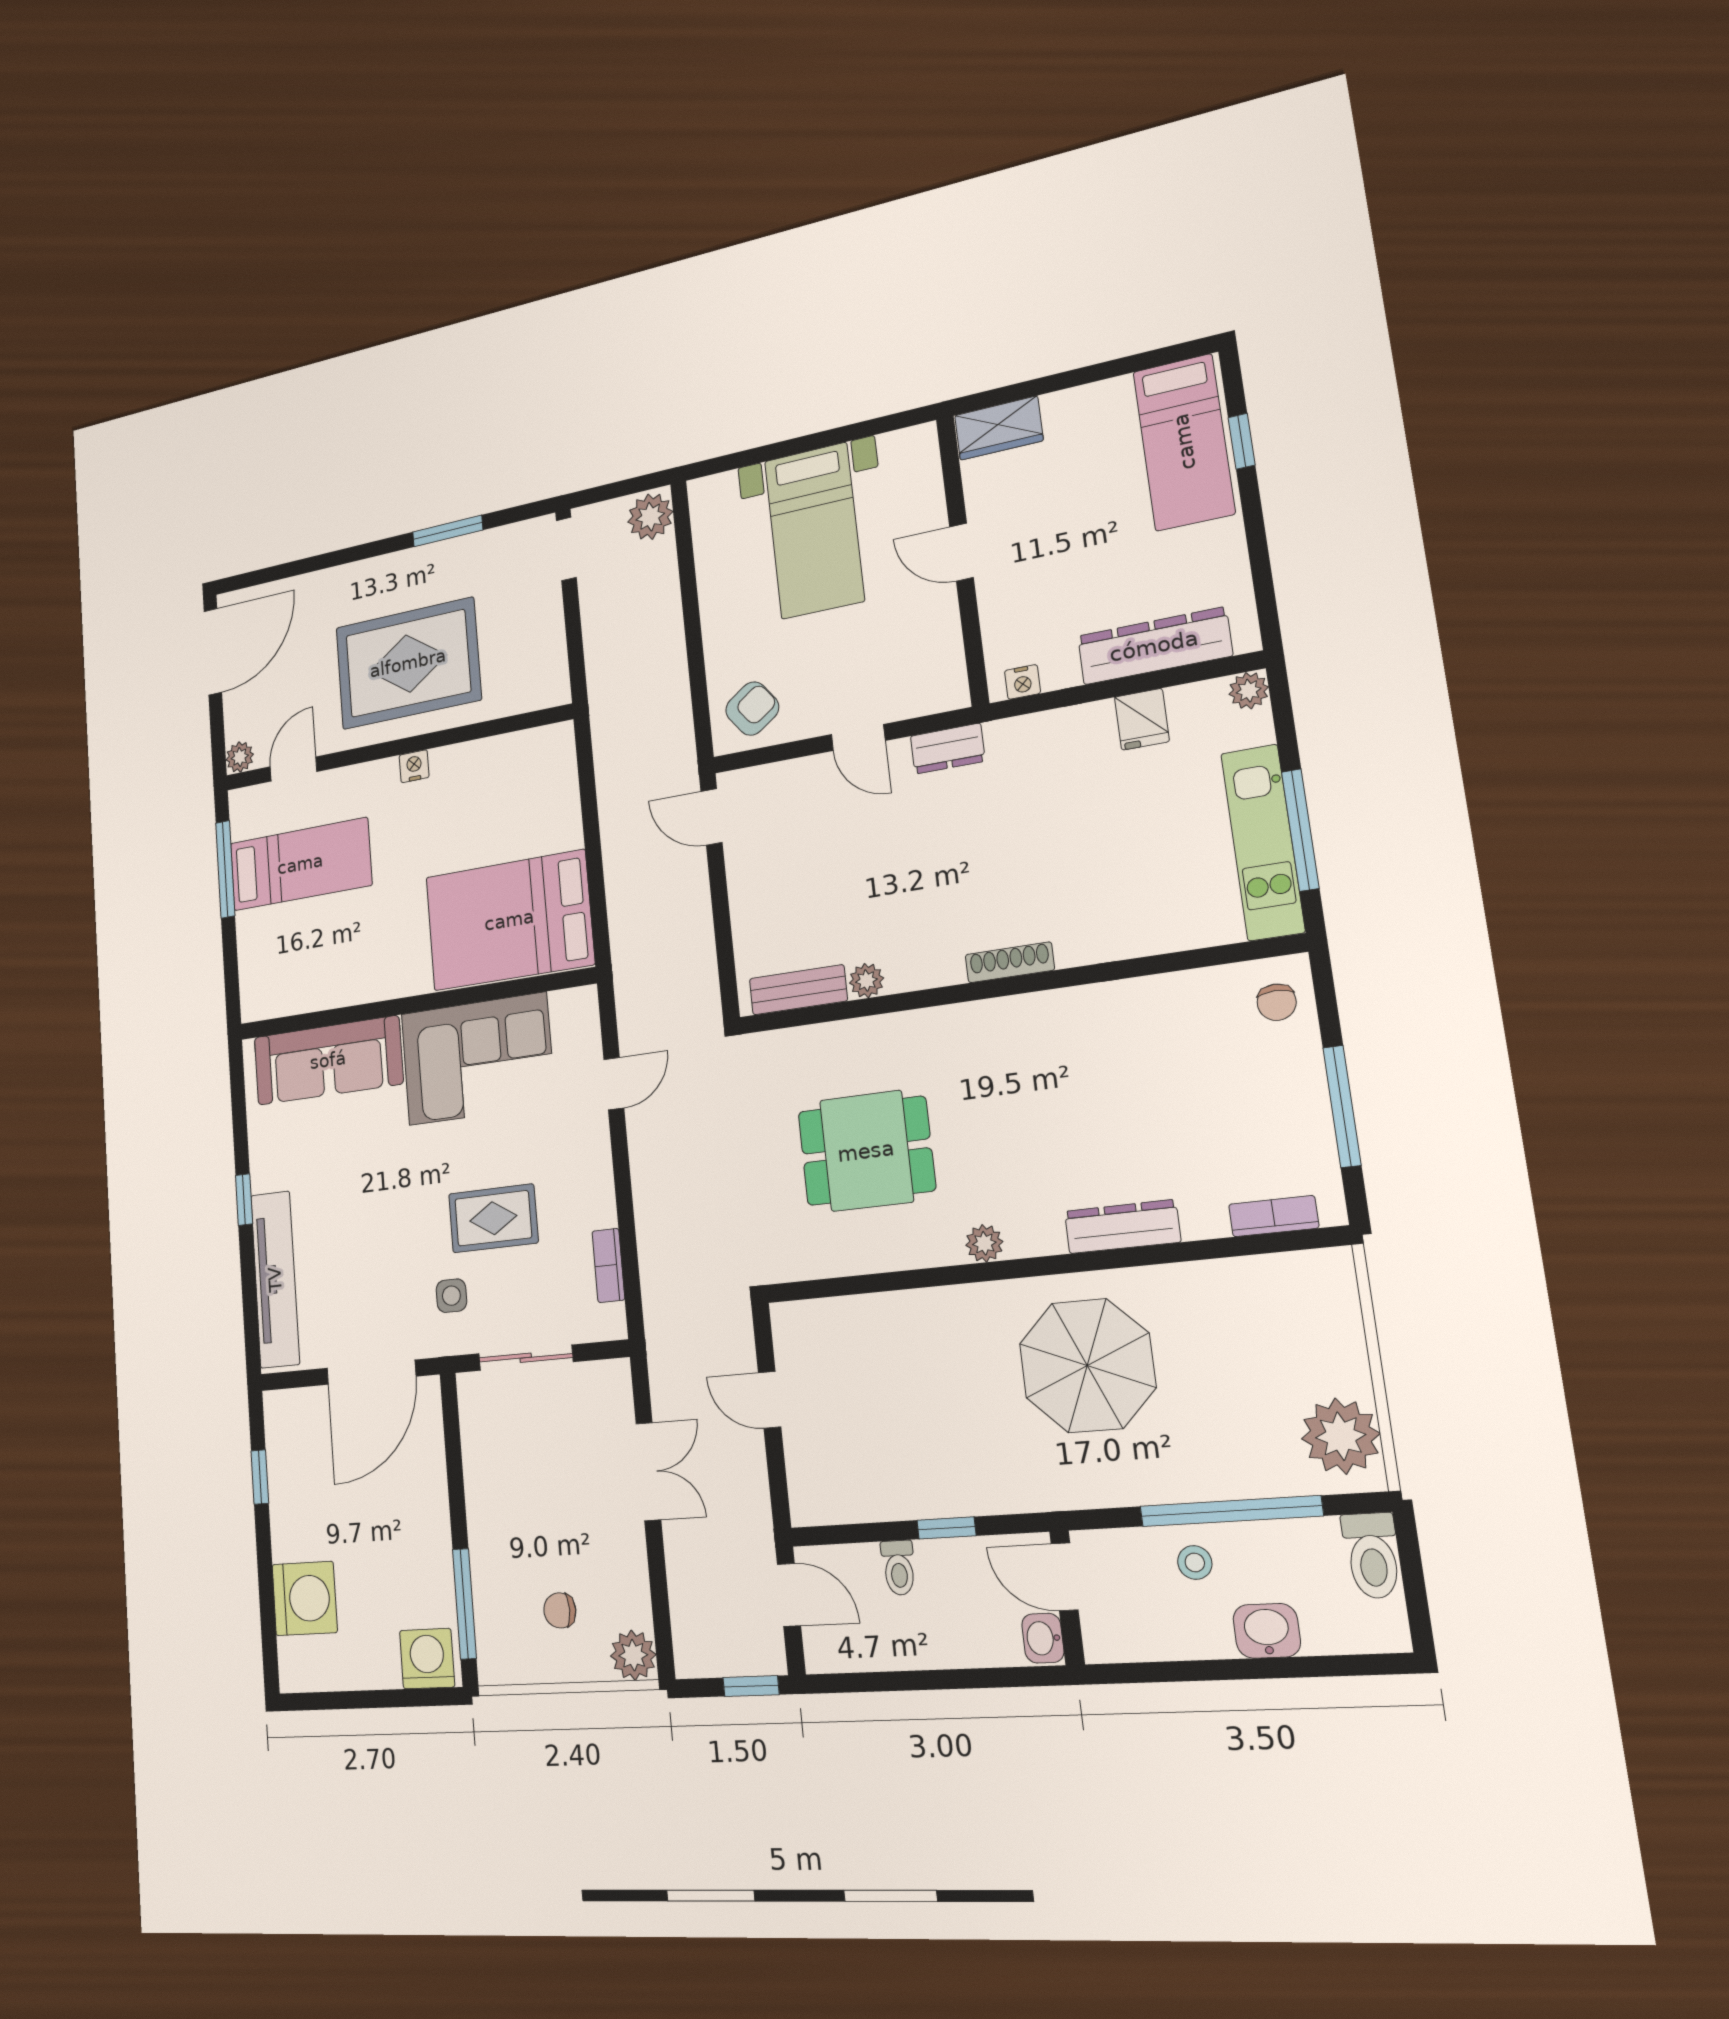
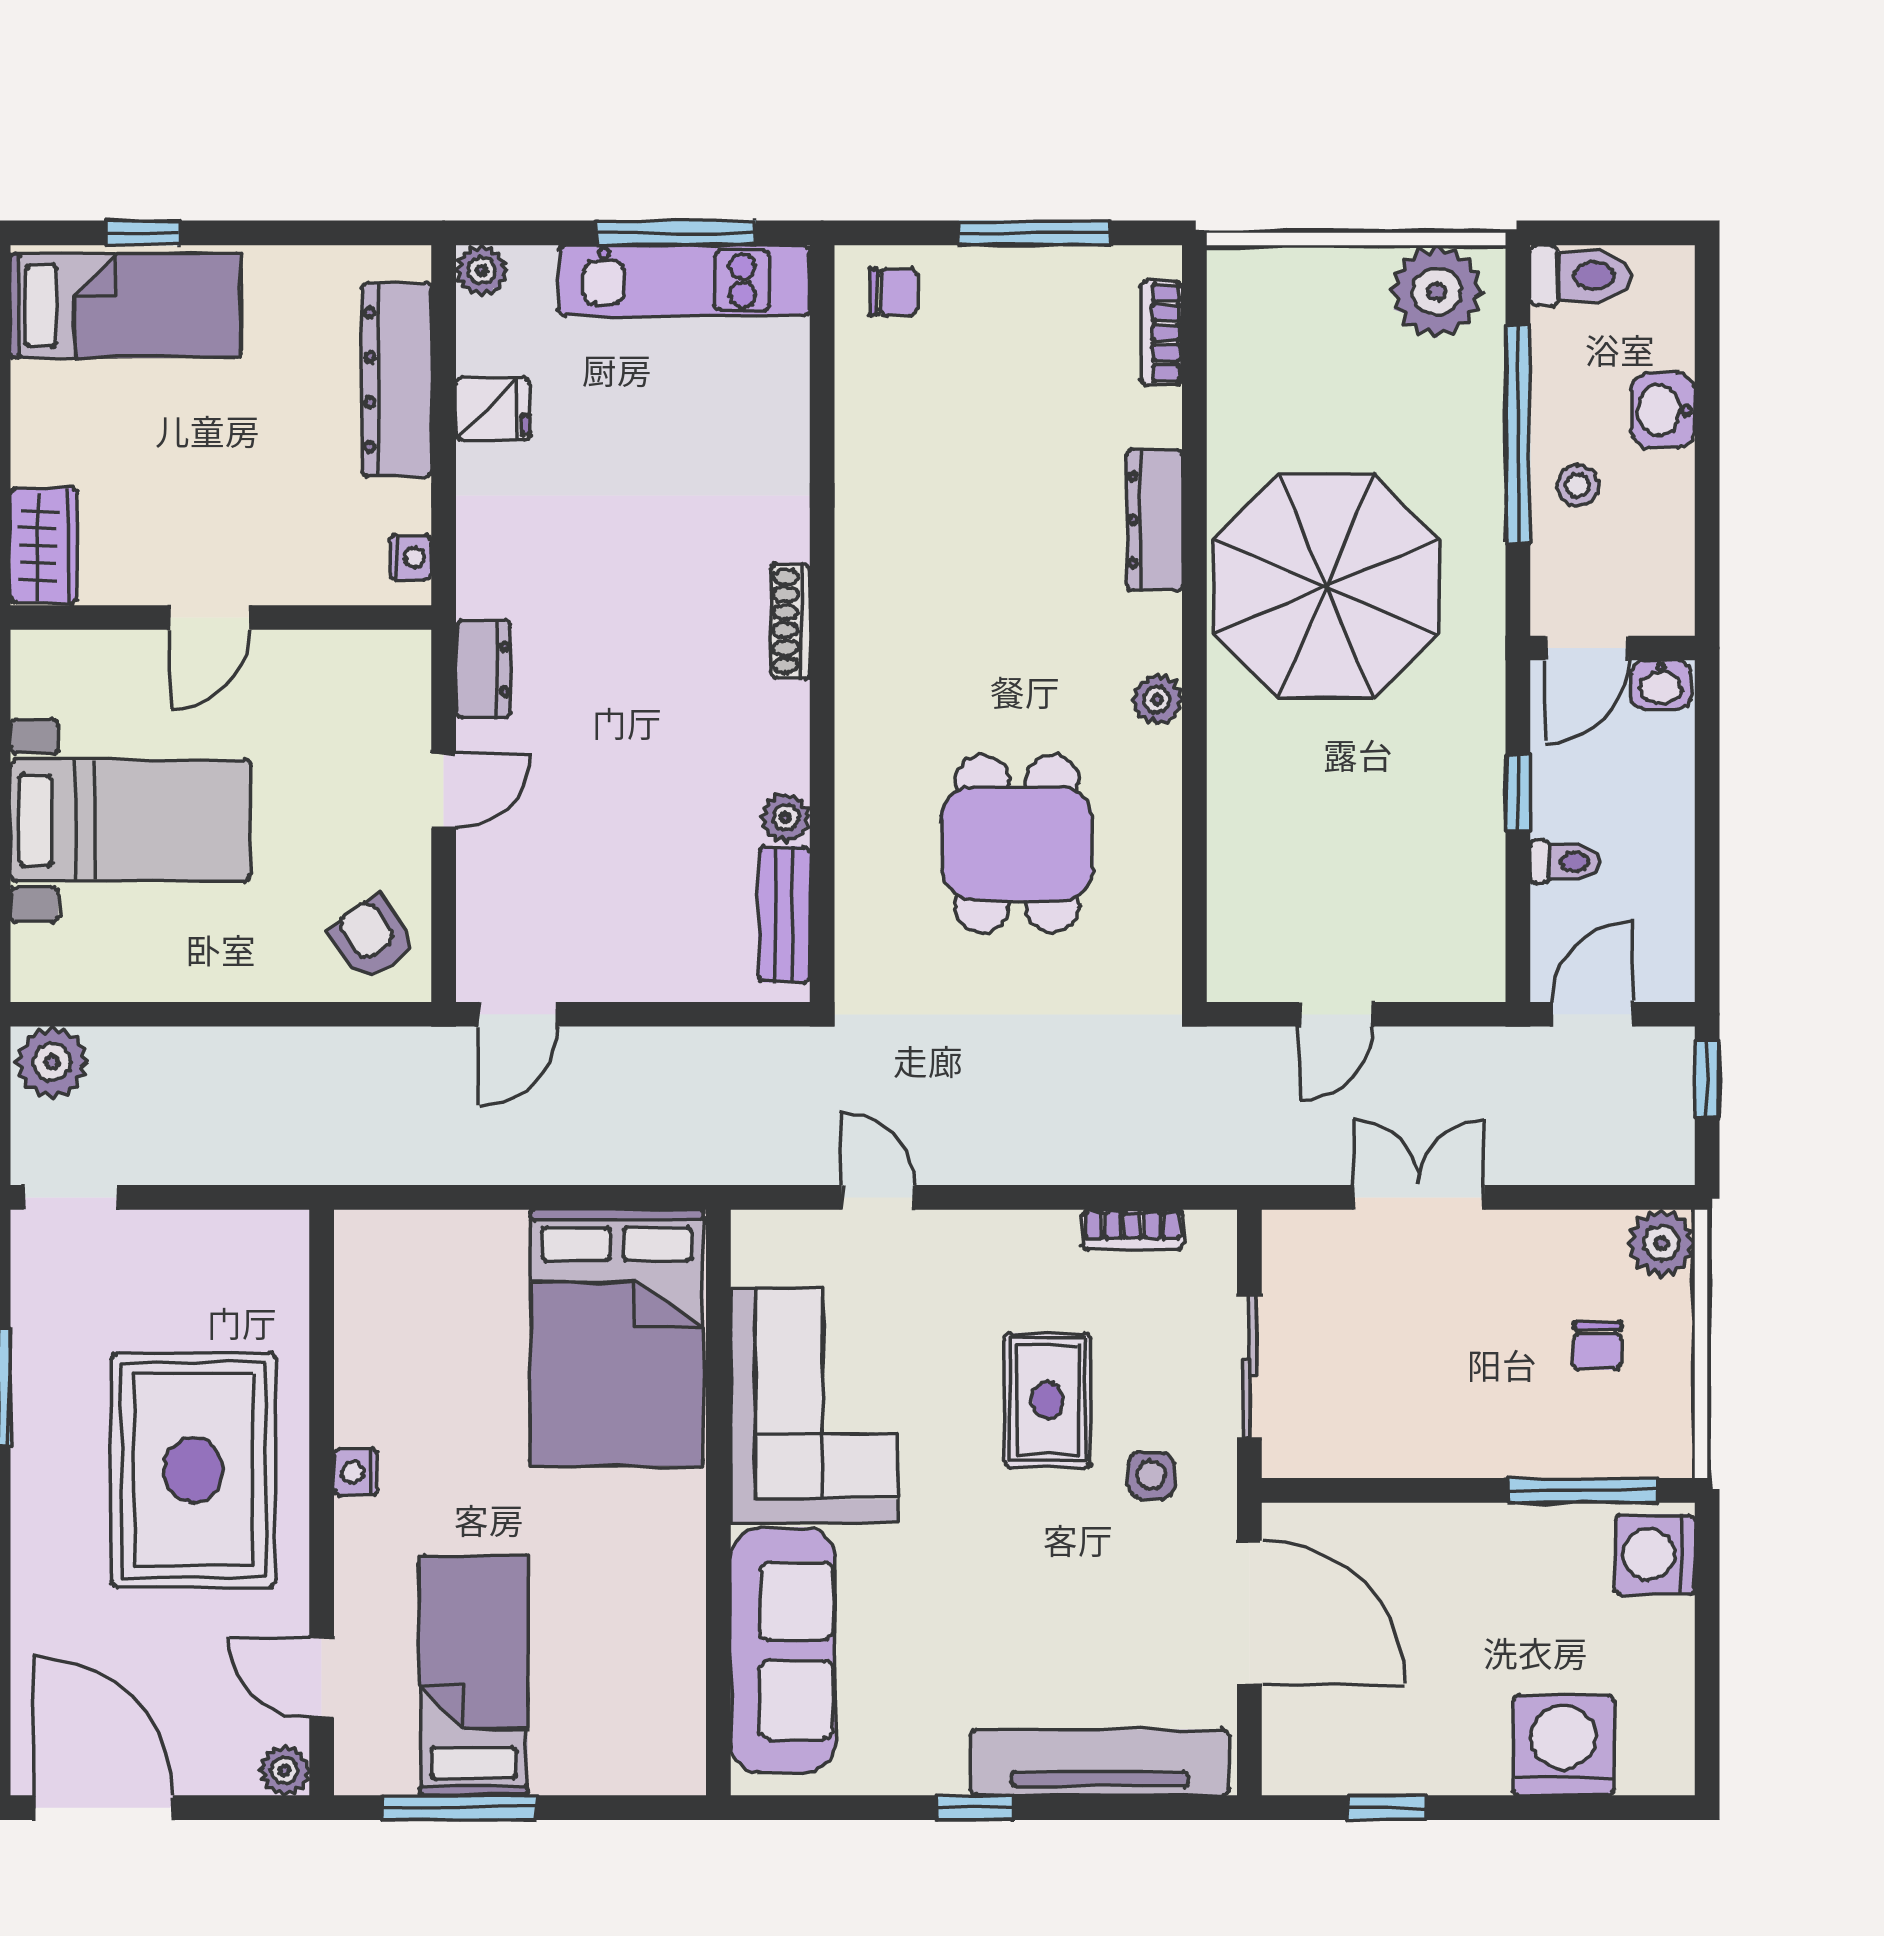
parasol: (1087, 1366) -> (1326, 586), width x1.36, depth x1.36

